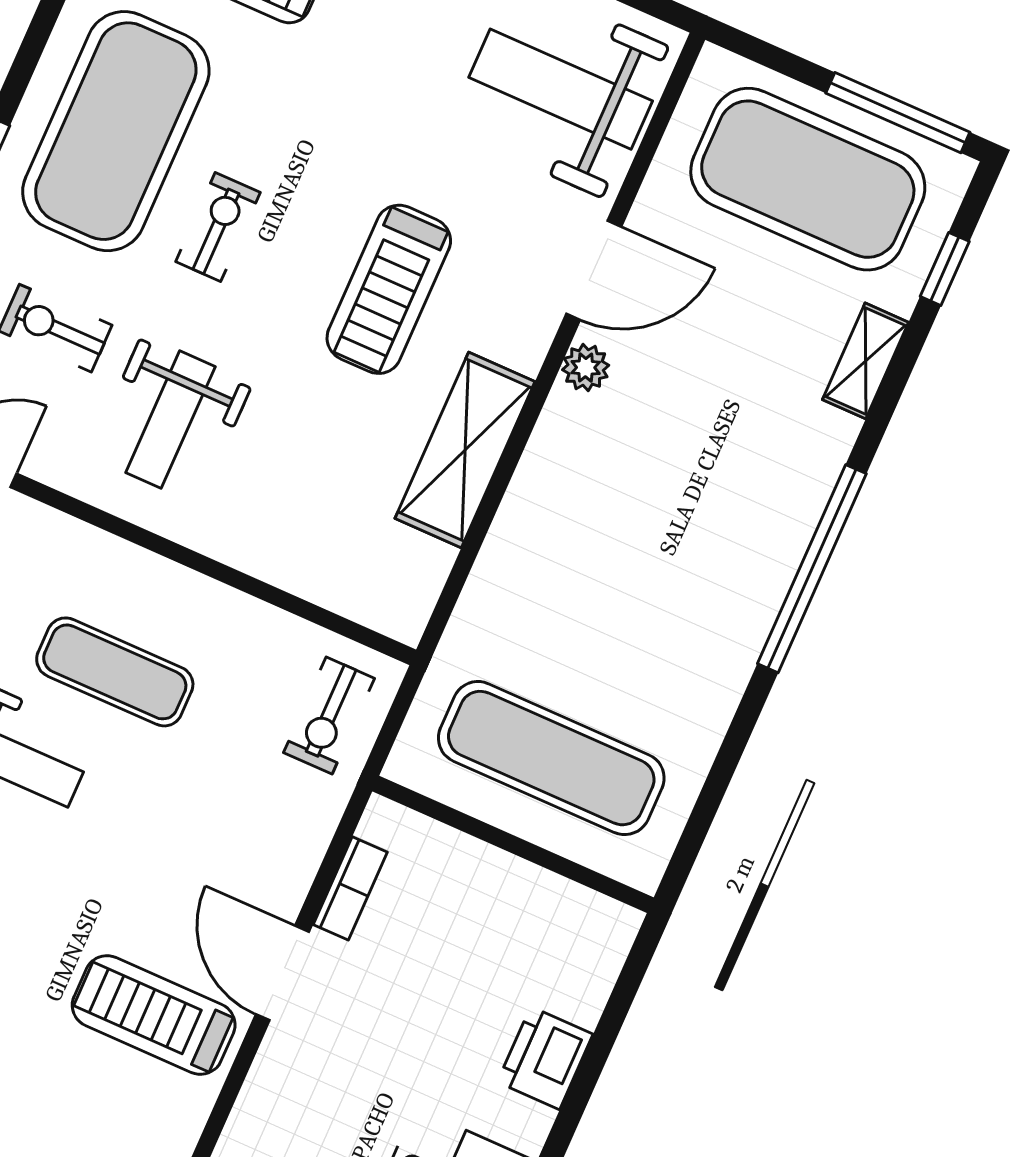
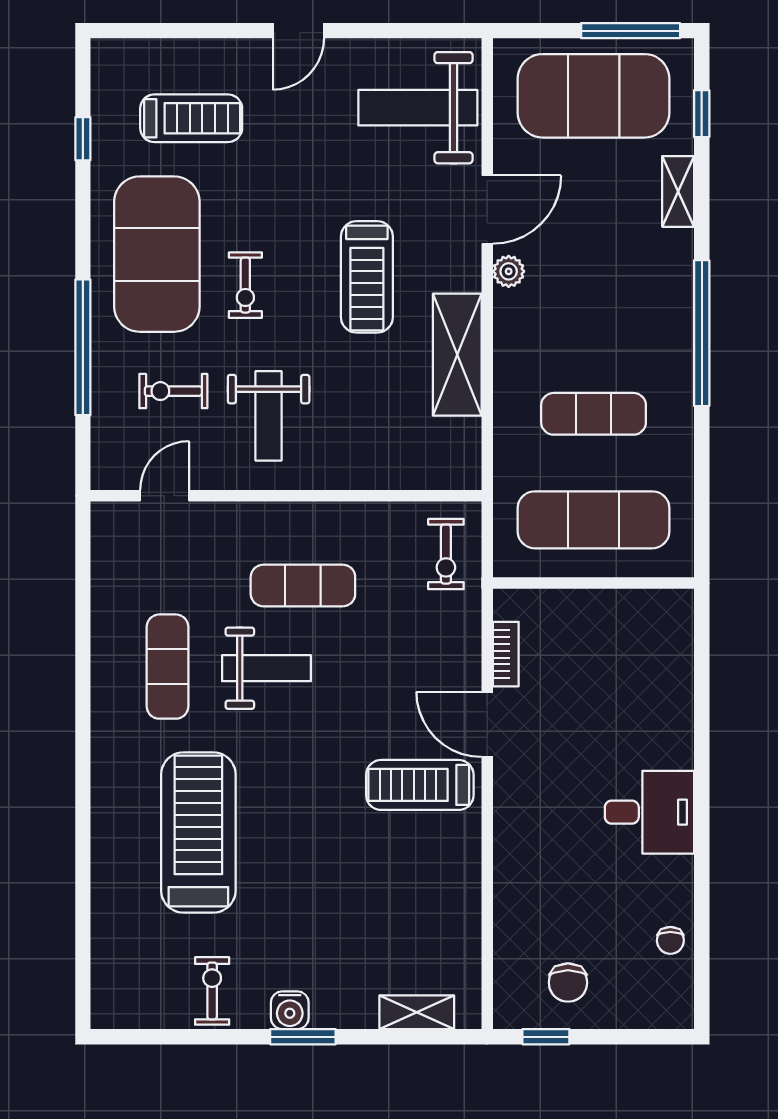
exercise bike: (218, 227) -> (245, 285), turned 180
exercise mat: (615, 613) -> (594, 414), added
printer: (545, 1058) -> (671, 705), removed

